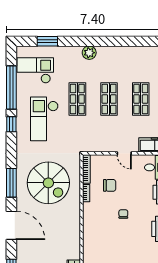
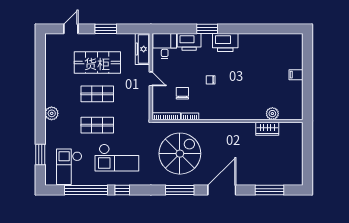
shop shelf: (141, 99) -> (97, 63), width x1.43, depth x1.36
door: (124, 153) -> (151, 79), hinge flipped

